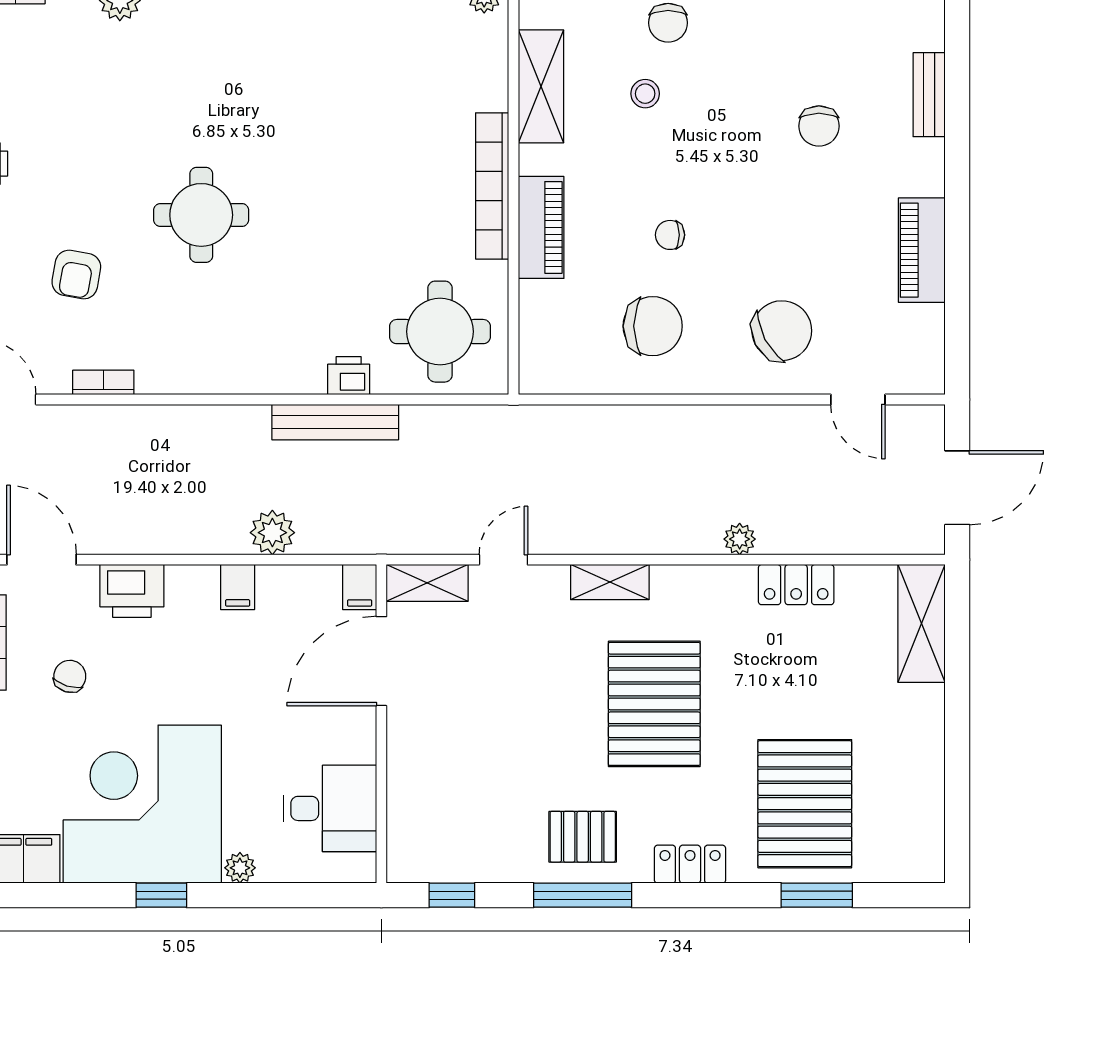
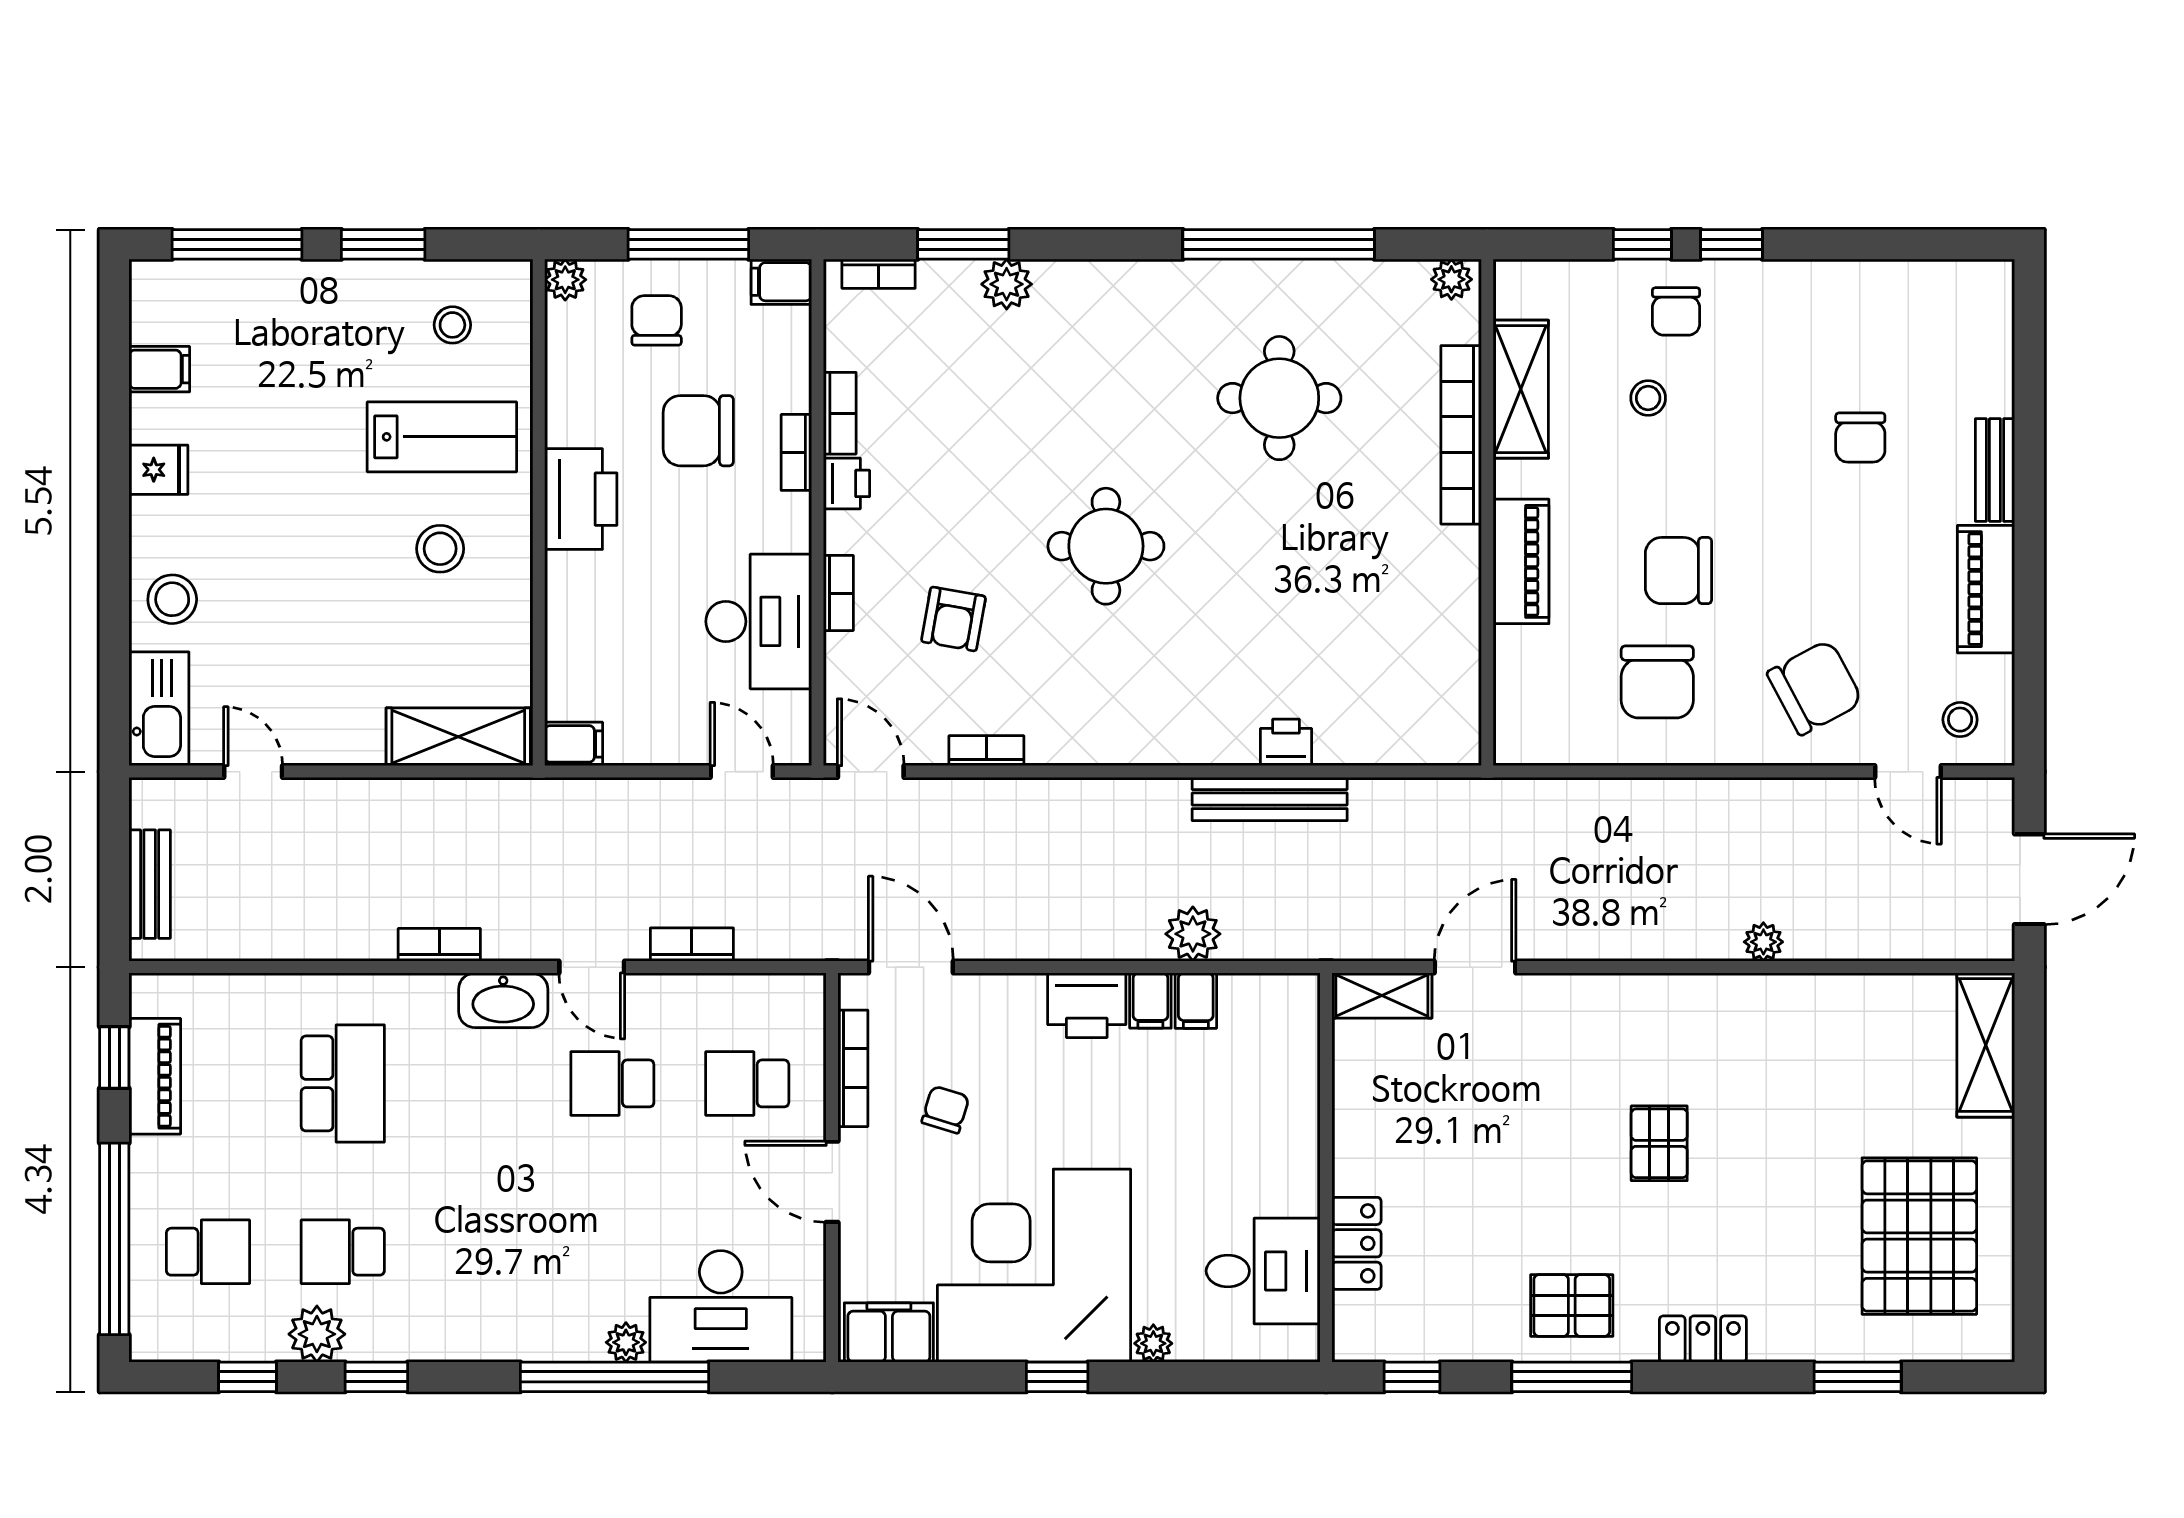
bench: (929, 95) -> (1995, 470), moved
bookcase: (492, 186) -> (1461, 435), moved
chair: (670, 235) -> (1678, 571), width x1.87, depth x1.87
chair: (653, 326) -> (1657, 682), turned 90
round table: (440, 332) -> (1279, 398), moved
stool: (901, 357) -> (1960, 720), added
door: (503, 560) -> (1475, 967), width x1.37
shelving: (610, 582) -> (1605, 994), removed
locker: (796, 585) -> (1356, 1243), moved, turned -90
filing cabinet: (360, 587) -> (1196, 1001), moved
printer: (132, 591) -> (1087, 1005), moved
door: (381, 661) -> (1326, 1091), removed
pallet: (654, 704) -> (1659, 1143), width x0.49, depth x0.50
pallet: (805, 804) -> (1919, 1236), moved

